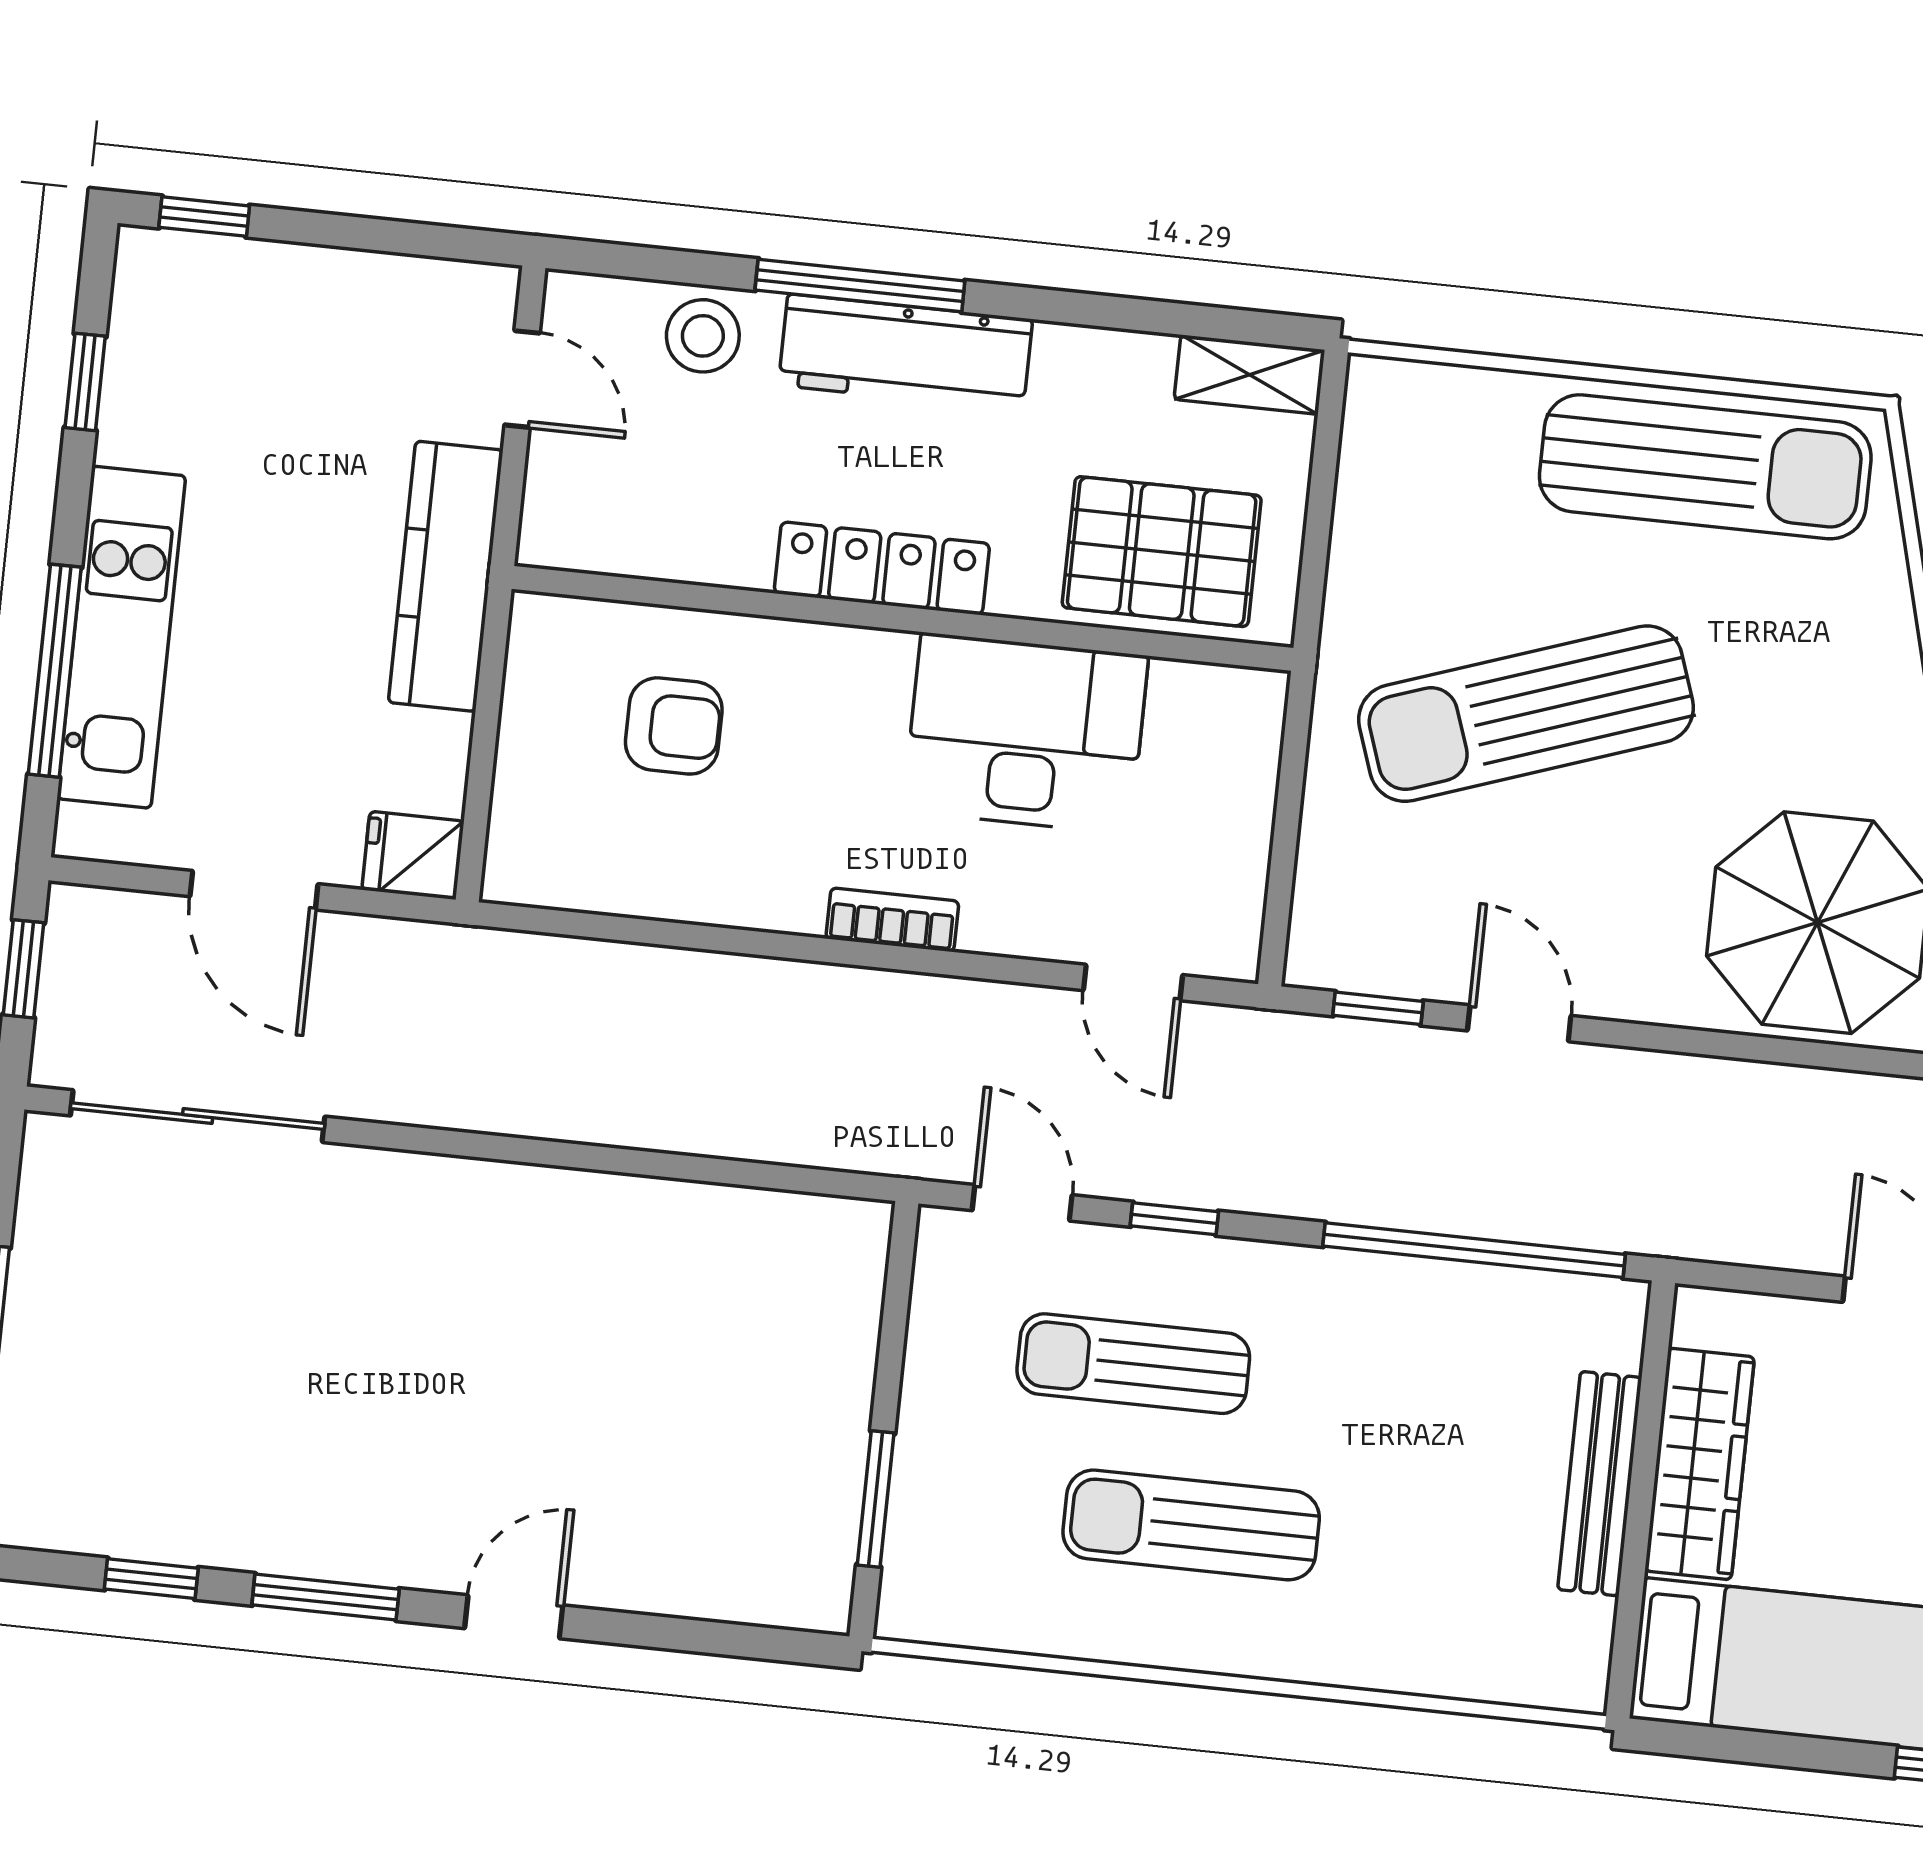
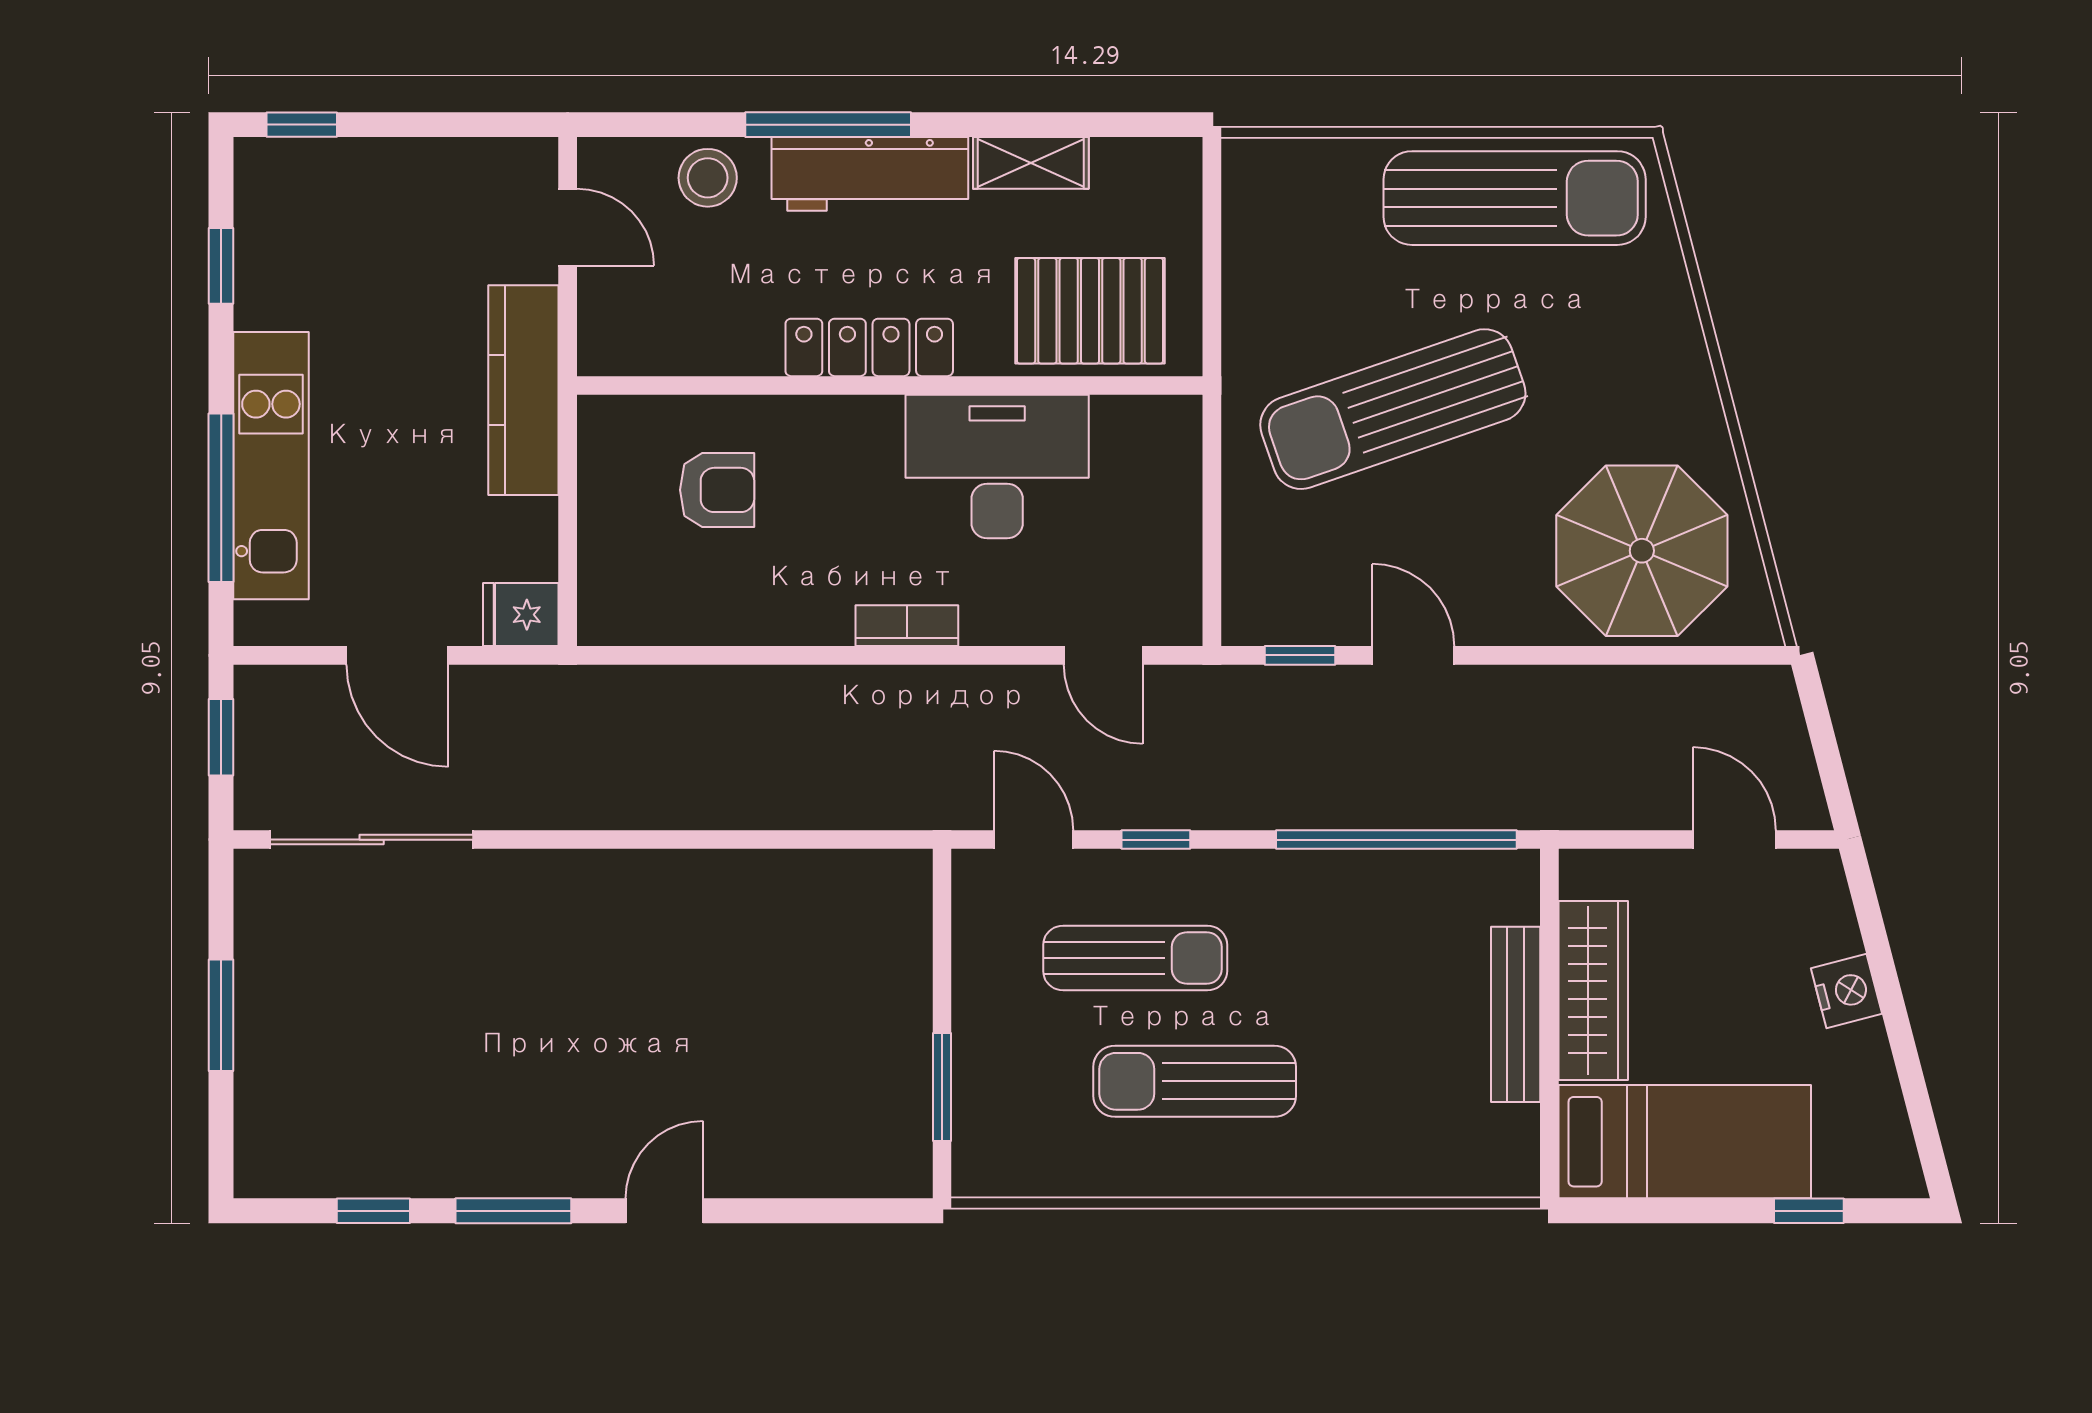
shelving: (1249, 375) -> (1031, 163), moved
sun lounger: (1133, 1364) -> (1135, 958), turned 180

